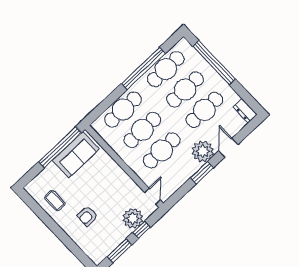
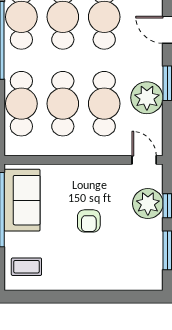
plant: (203, 151) -> (147, 98), moved
coffee table: (55, 201) -> (26, 267), moved
armchair: (88, 216) -> (89, 221), moved

